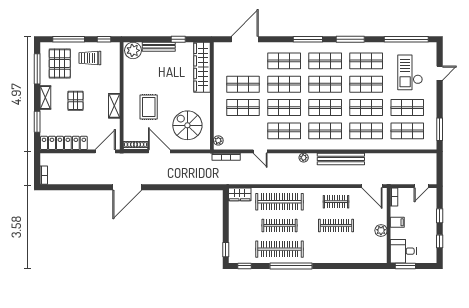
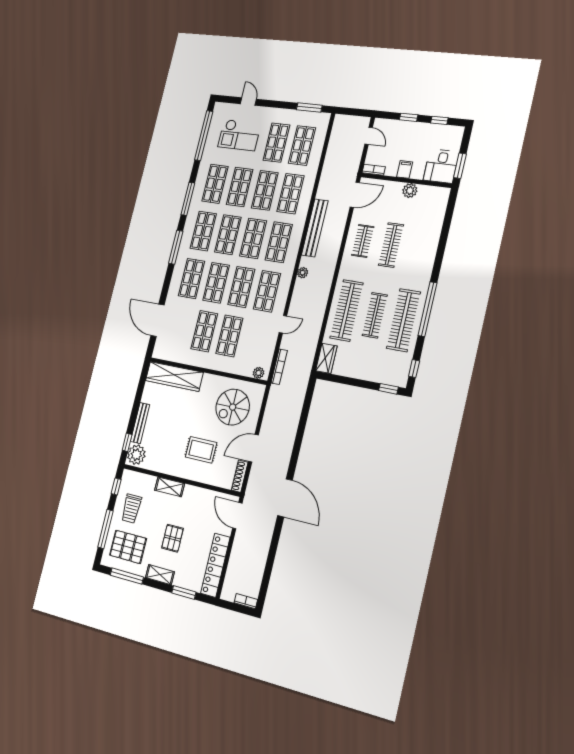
window: (178, 39) -> (127, 442), moved
pallet: (76, 101) -> (172, 538), turned 90
shelving: (114, 106) -> (170, 487), moved

